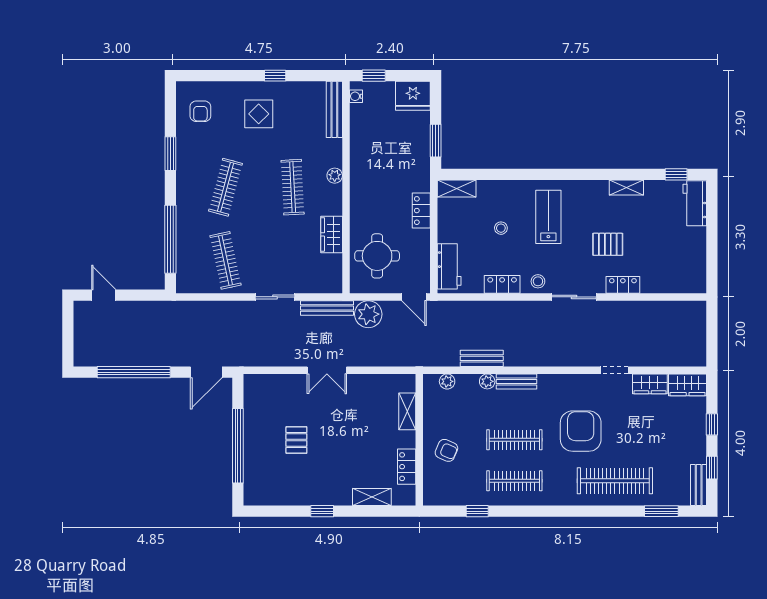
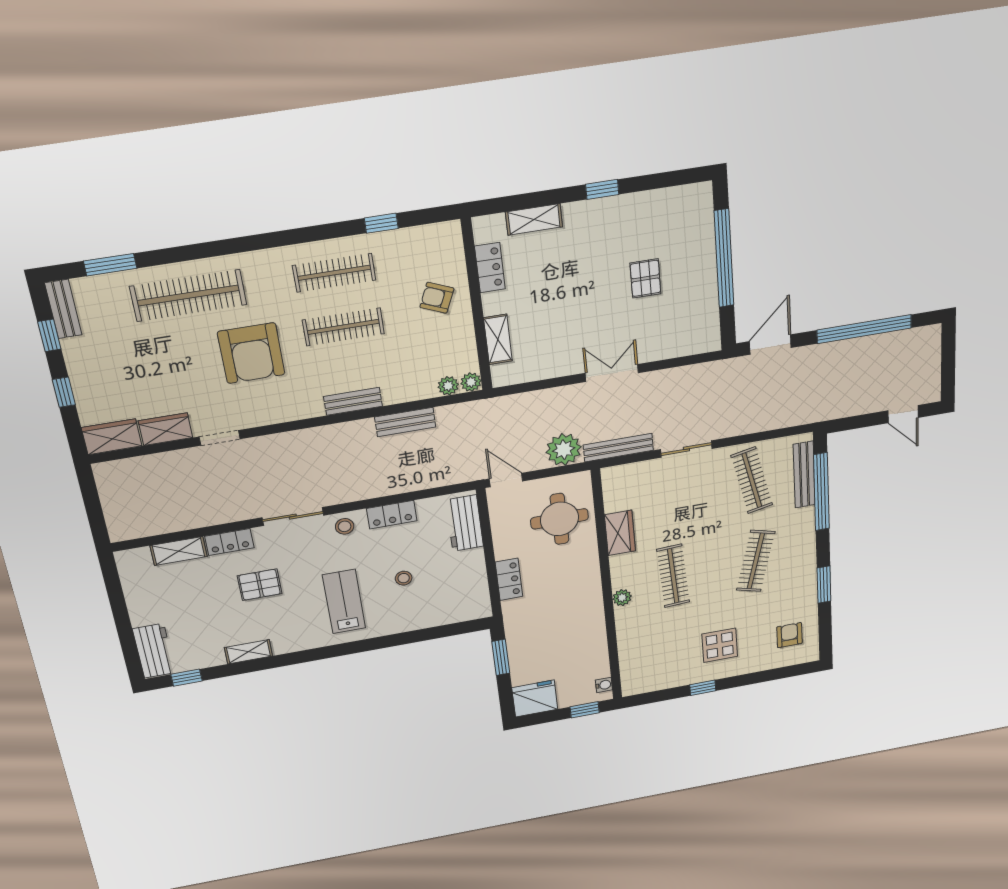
bench: (334, 109) -> (804, 475), moved
shelving: (457, 189) -> (179, 551), moved
lab bench: (548, 217) -> (344, 602), turned 180
plant: (487, 381) -> (471, 382), moved

